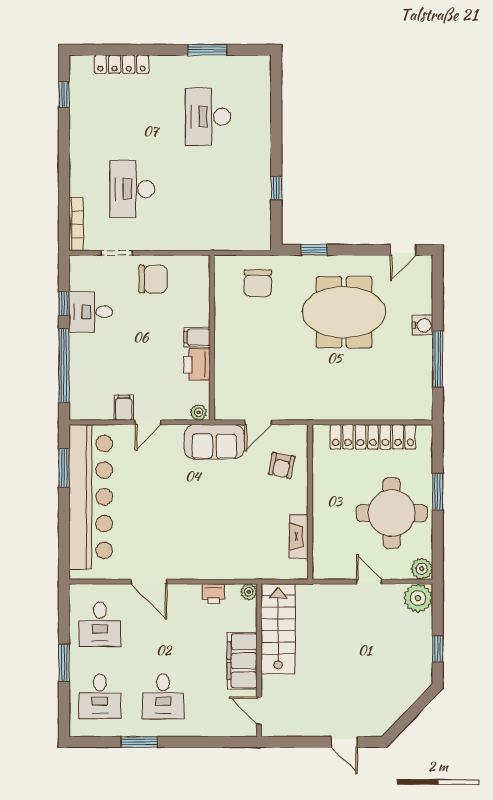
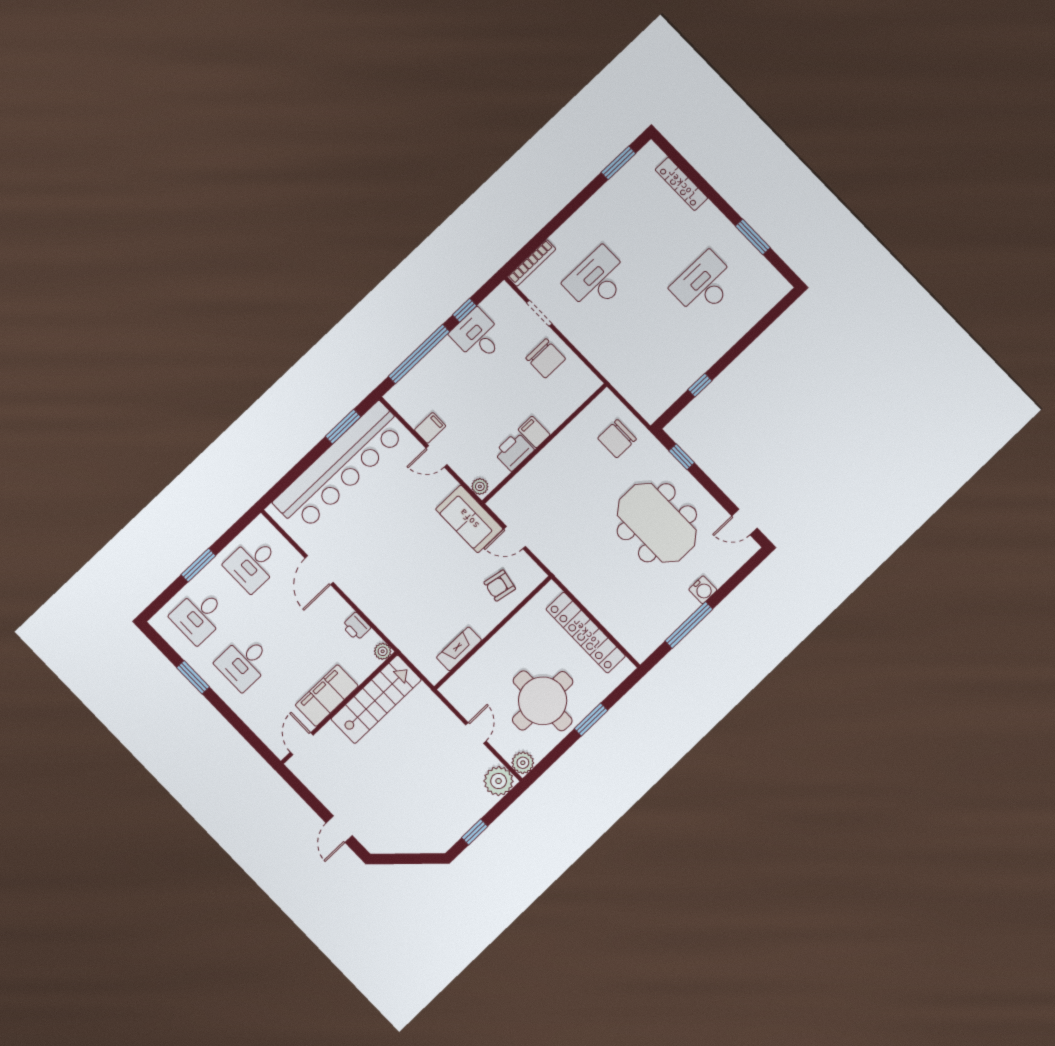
window: (64, 94) -> (618, 163), width x1.50

